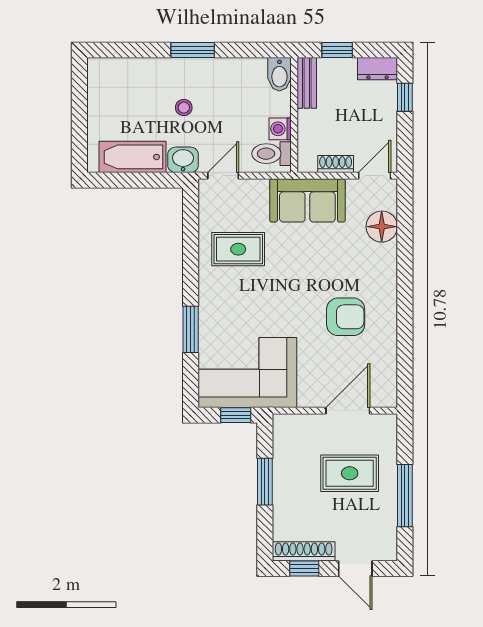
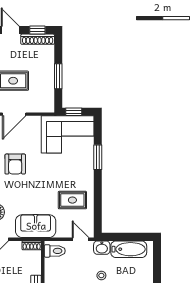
washing machine: (280, 129) -> (50, 264), removed
shoe rack: (336, 164) -> (32, 245), moved
door: (223, 176) -> (80, 239), swing flipped
armchair: (346, 317) -> (15, 164), turned -90

